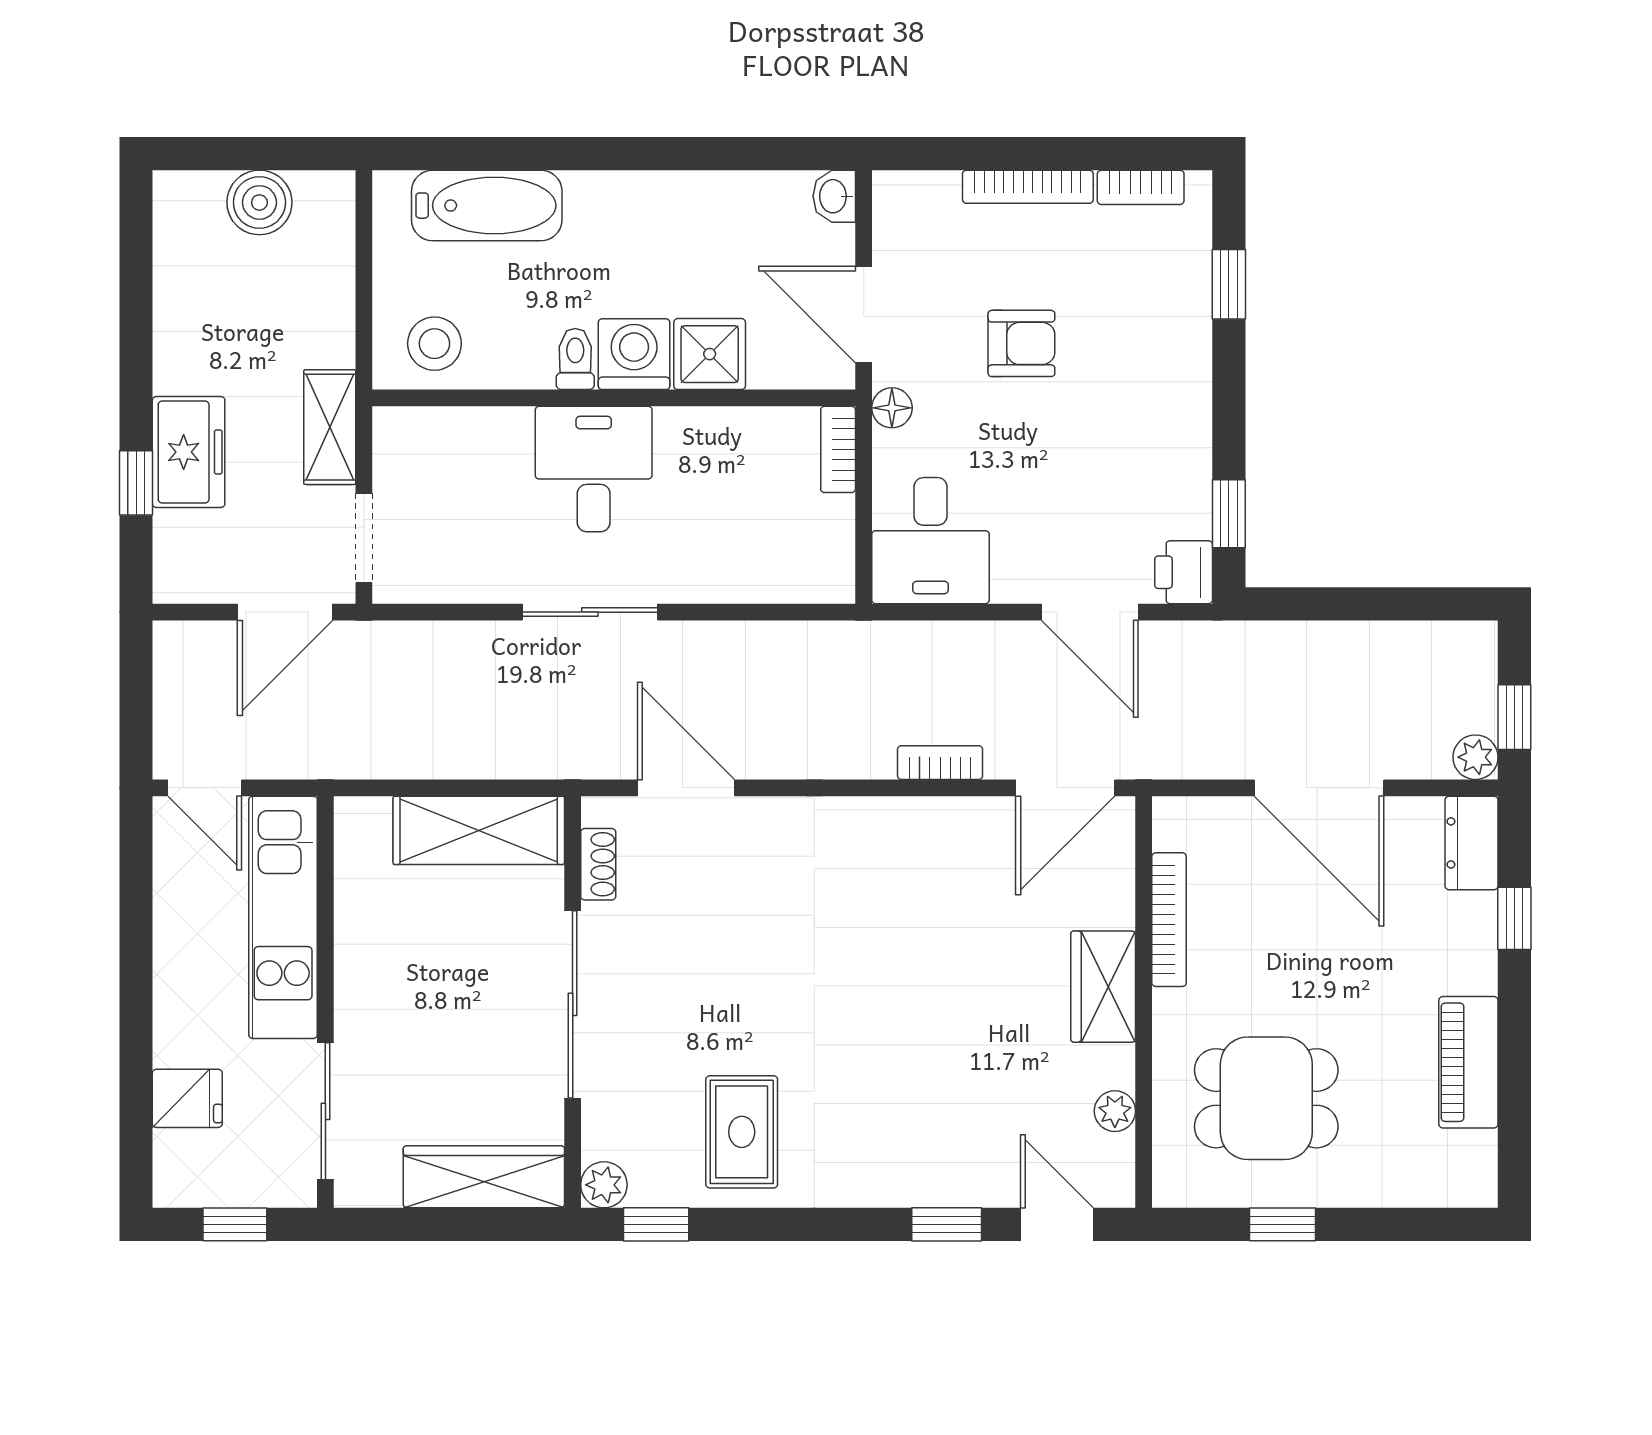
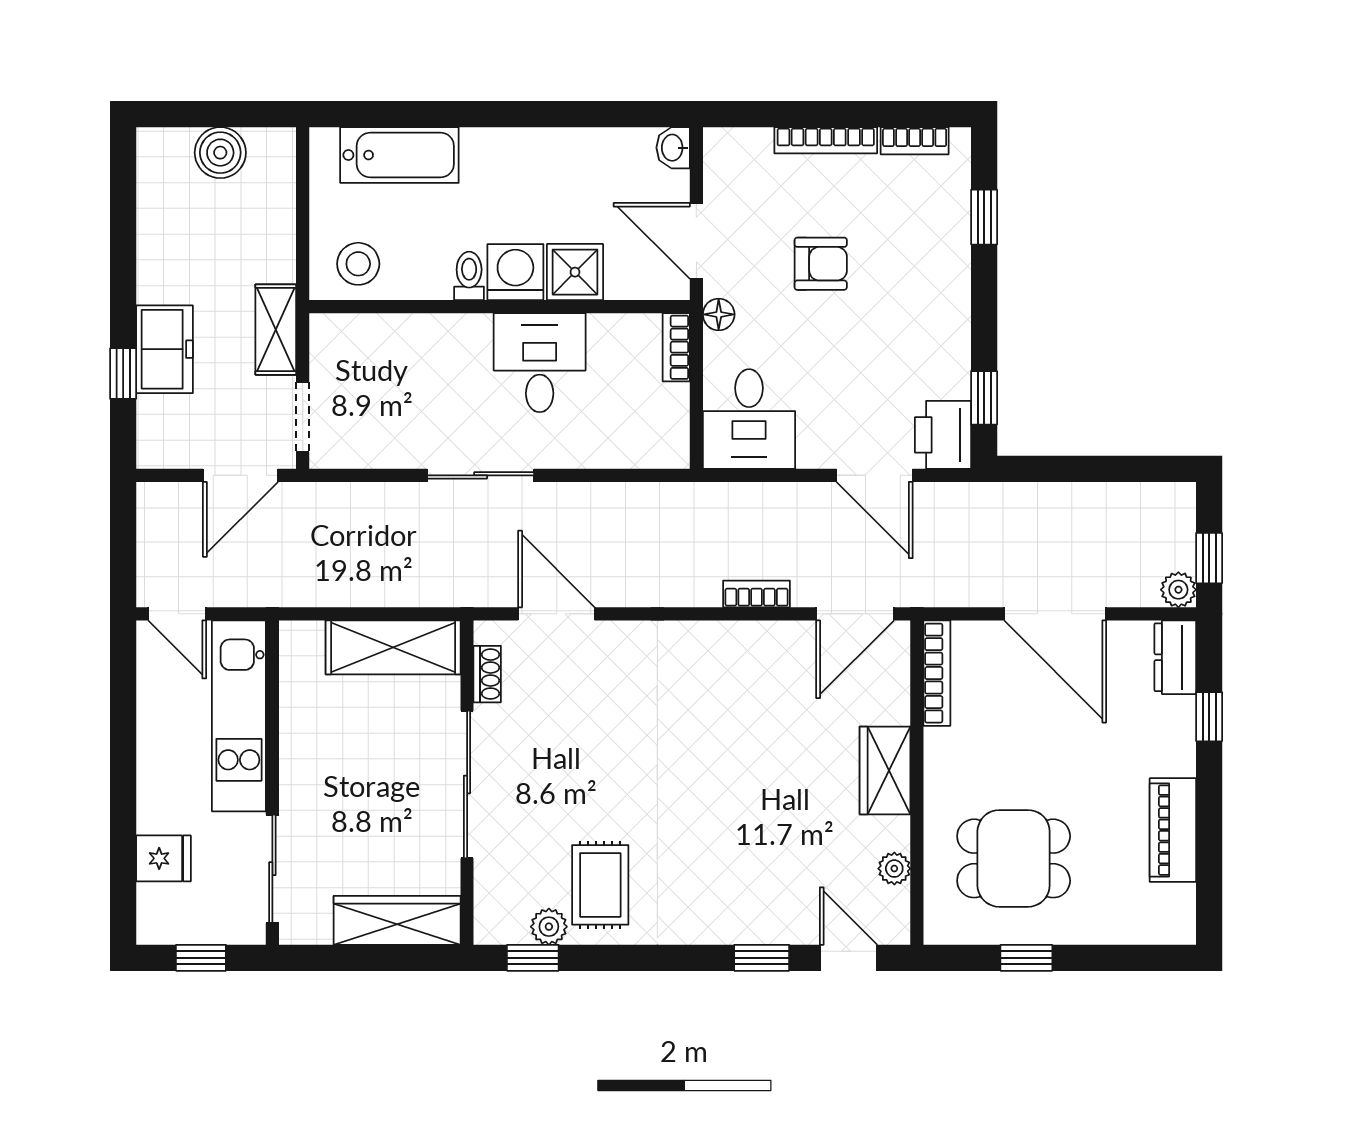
desk: (594, 469) -> (540, 363), moved
printer: (1184, 572) -> (943, 435), width x1.36, depth x1.24
bookcase: (1169, 920) -> (937, 673), moved
plant: (604, 1185) -> (549, 927), moved

